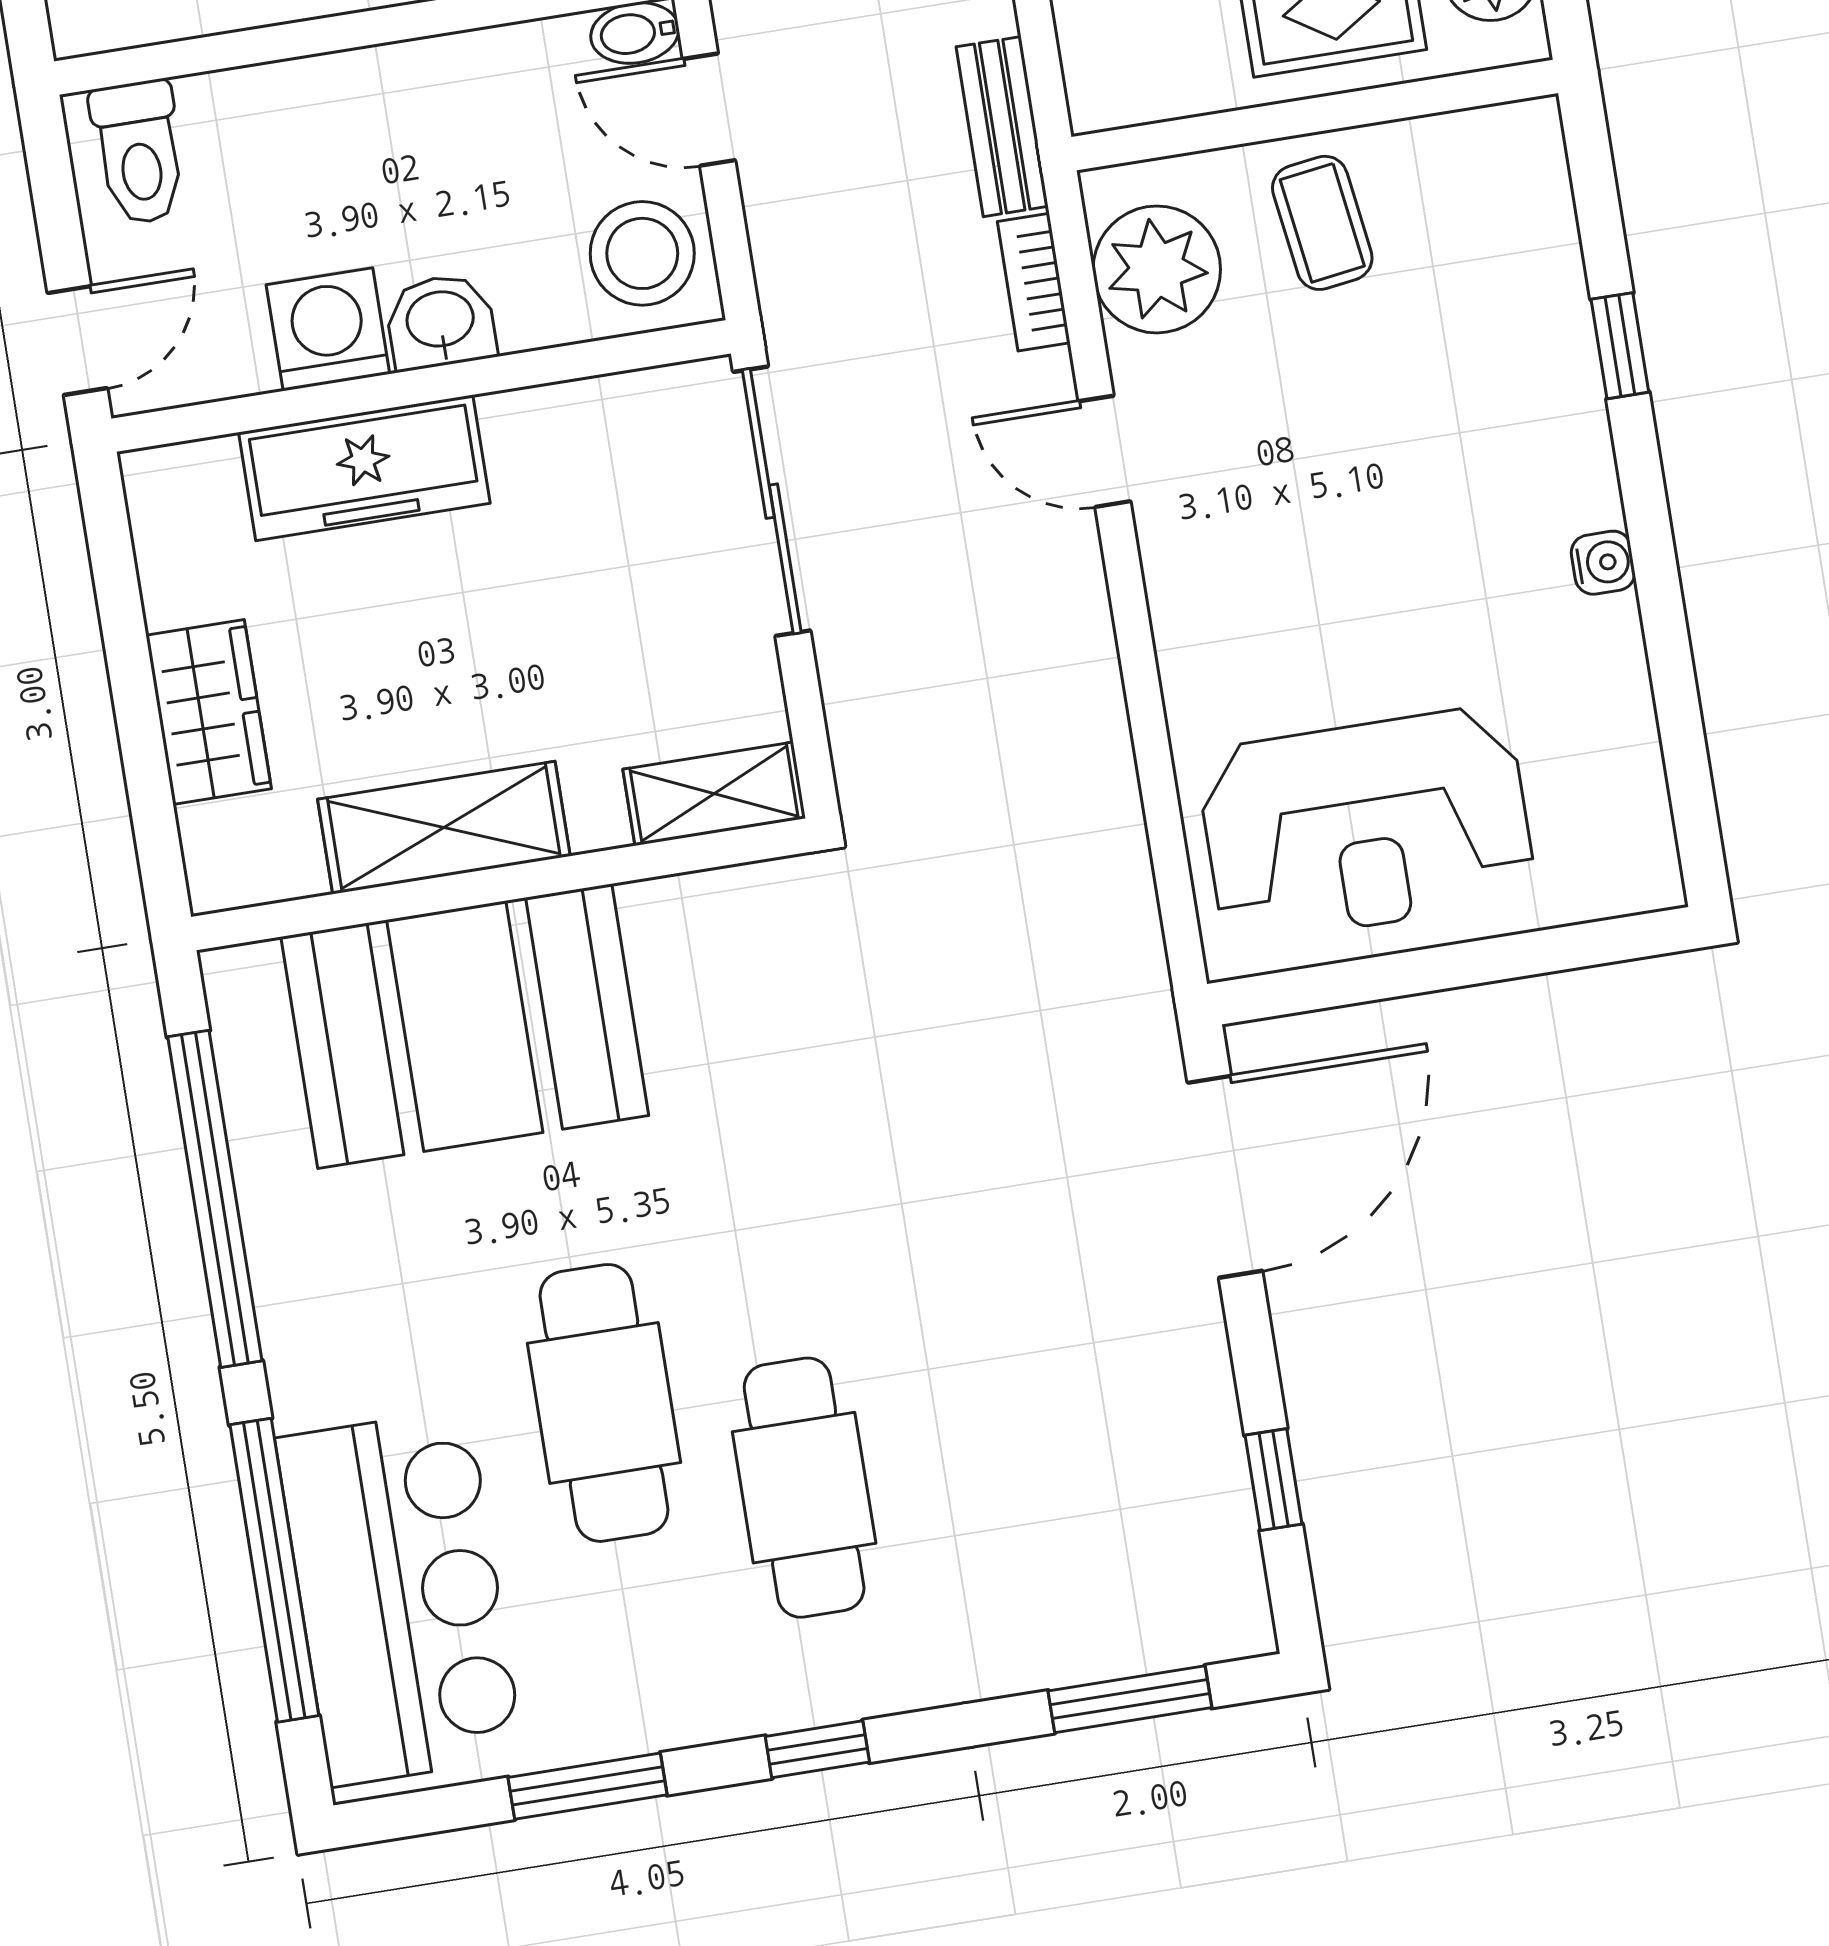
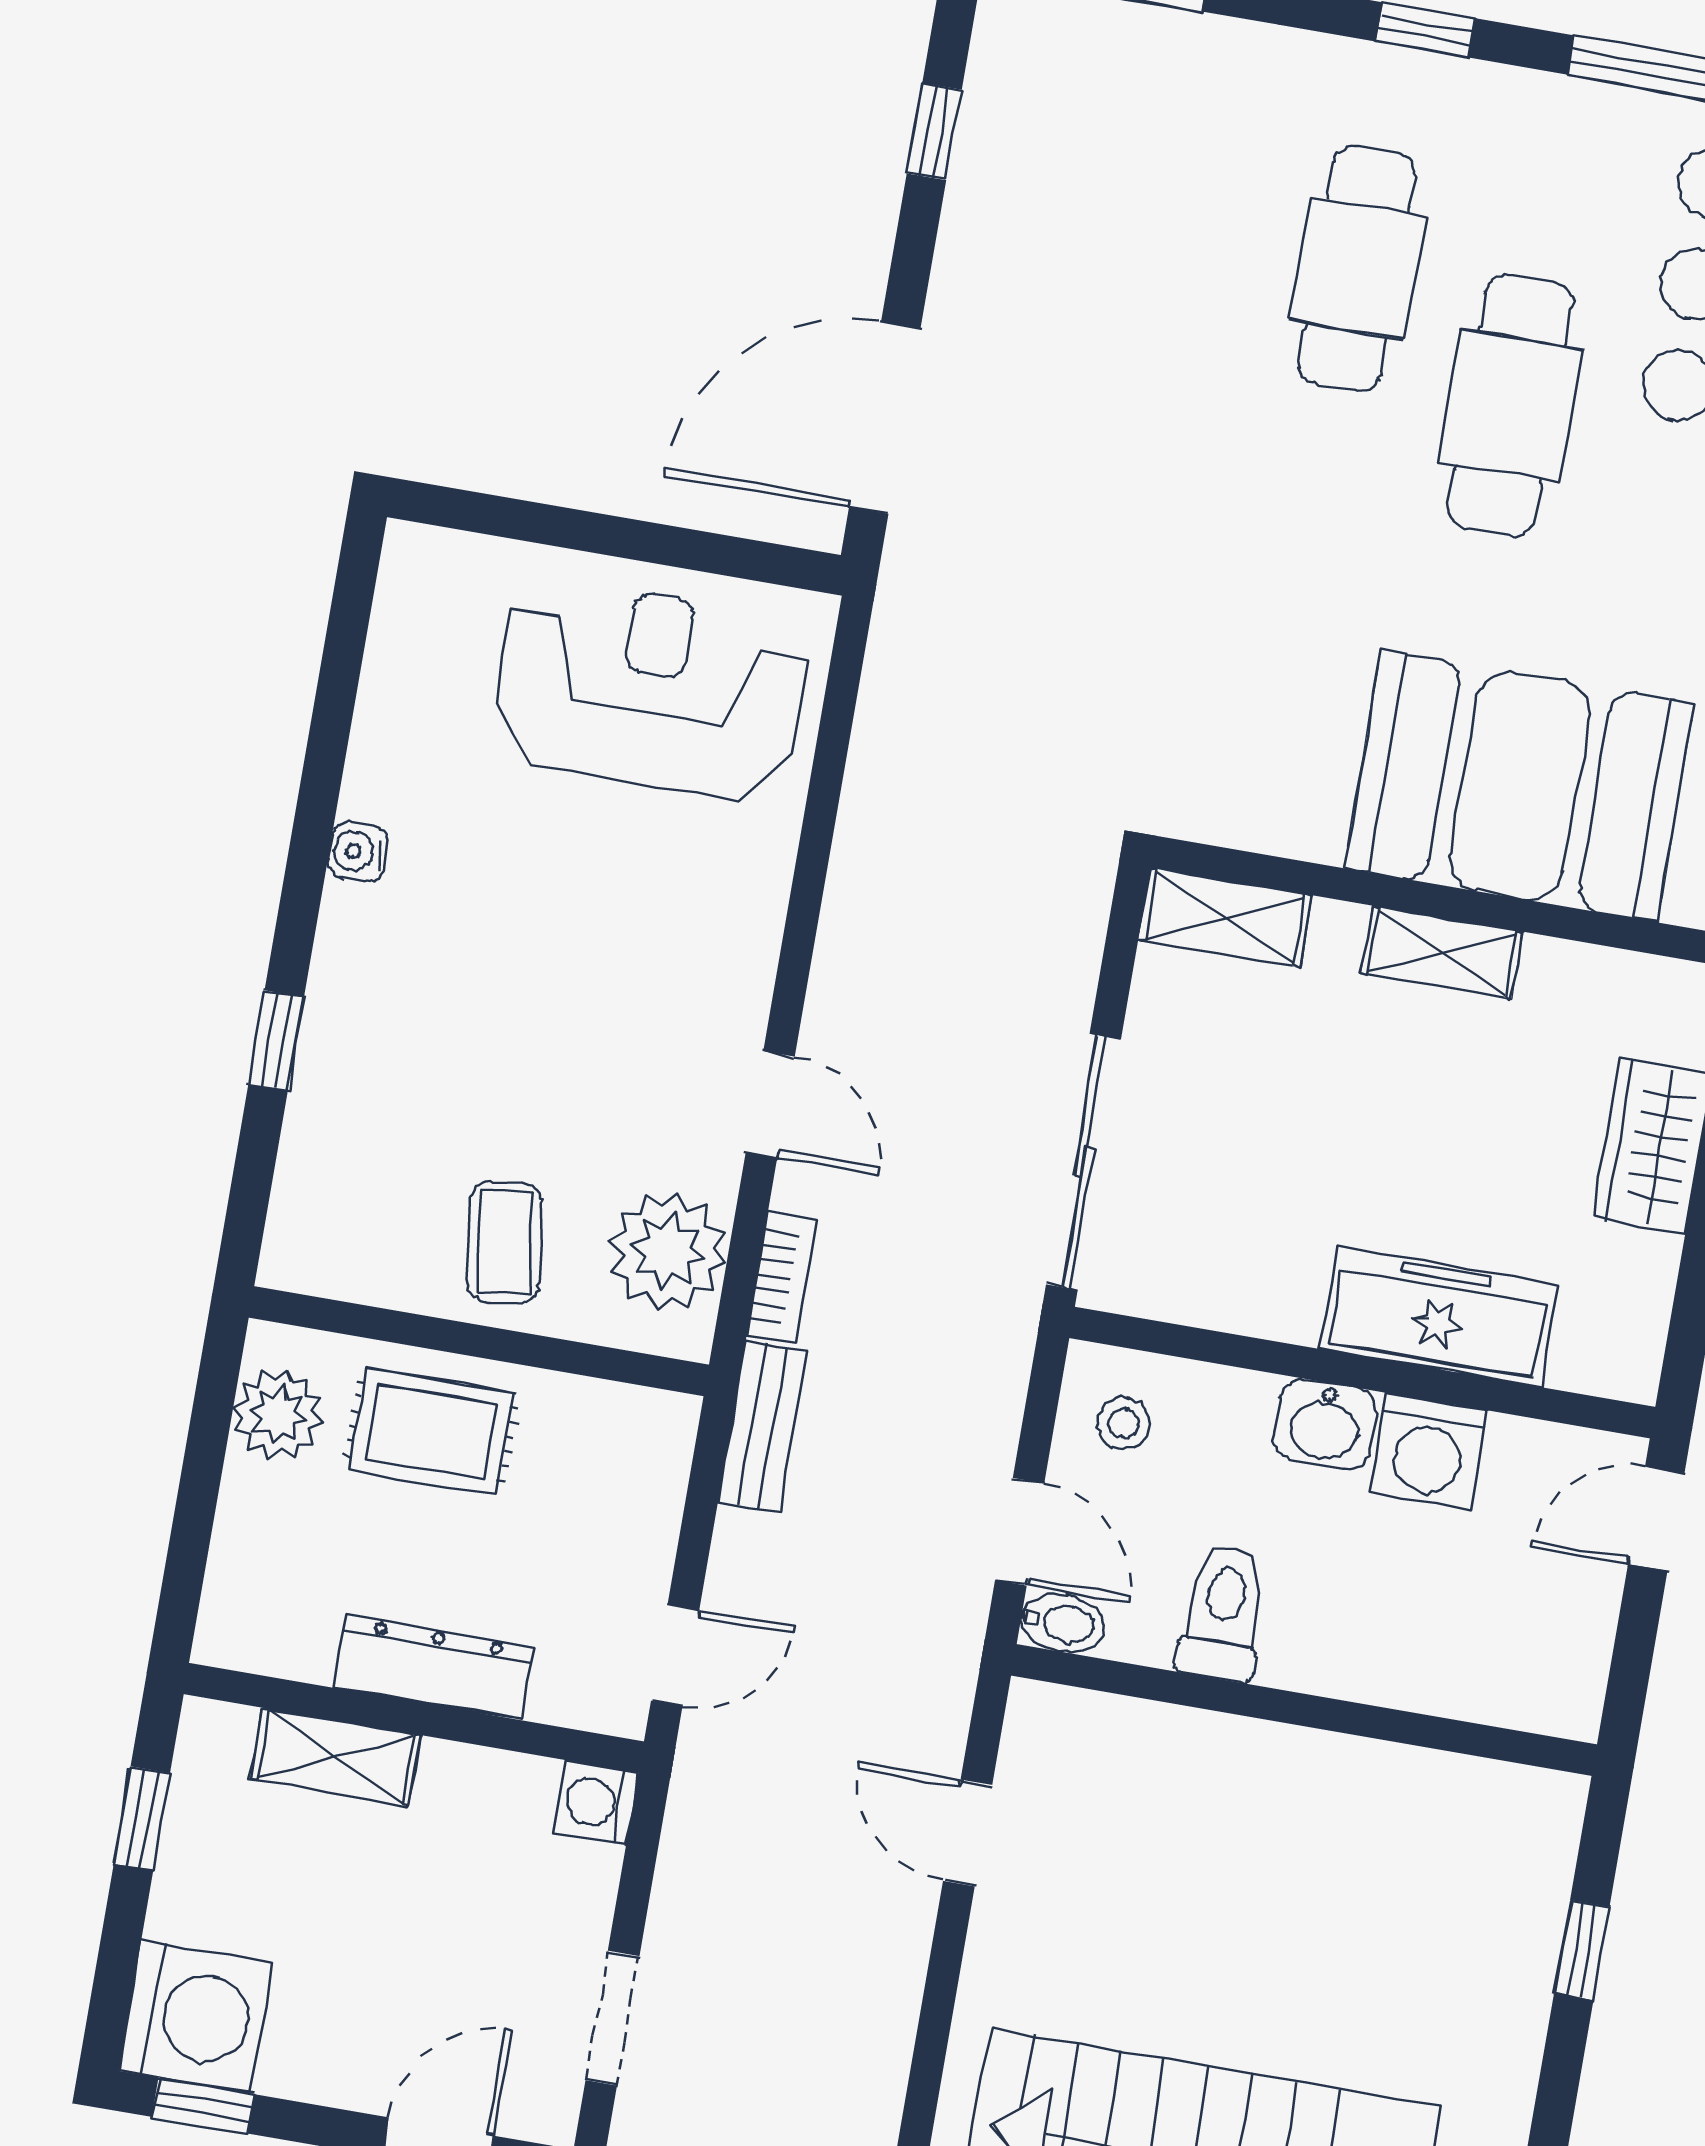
toilet: (139, 152) -> (1223, 1613), moved
stool: (642, 253) -> (1124, 1423), width x0.53, depth x0.53
shelving: (444, 828) -> (1442, 952), width x0.67, depth x0.75

